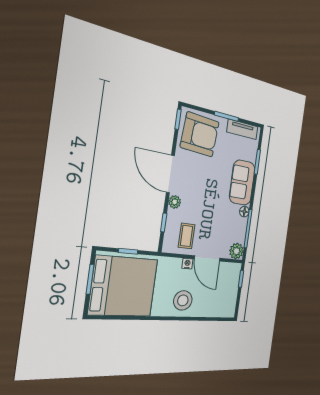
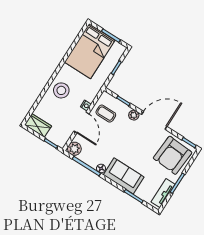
door: (207, 258) -> (81, 122), swing flipped
bed: (124, 286) -> (90, 51), width x0.73
wardrobe: (229, 303) -> (38, 125), added

